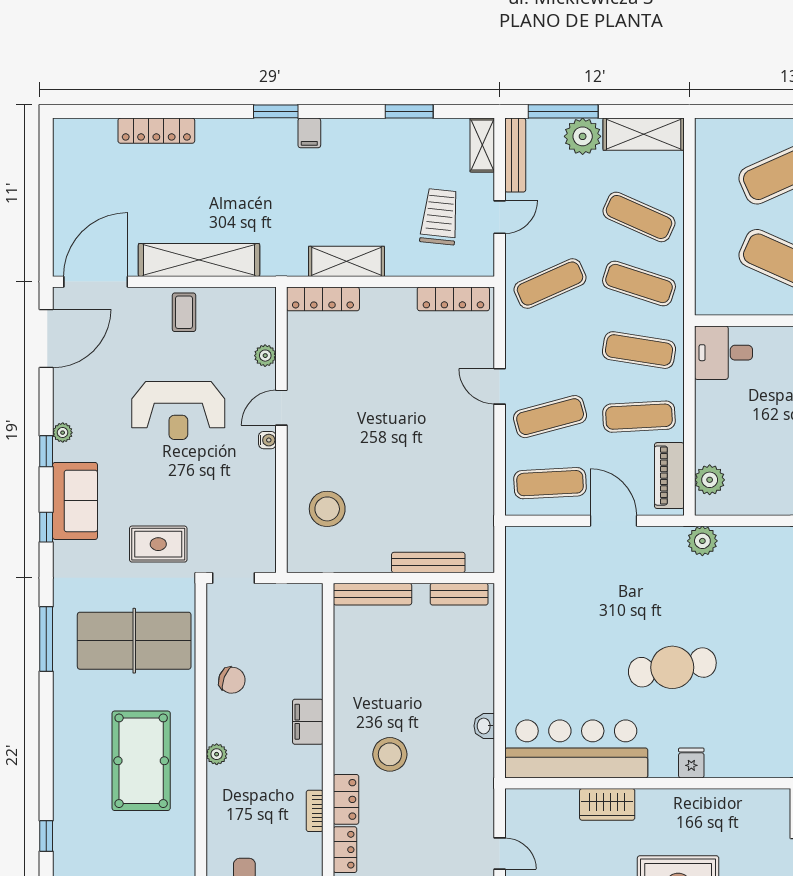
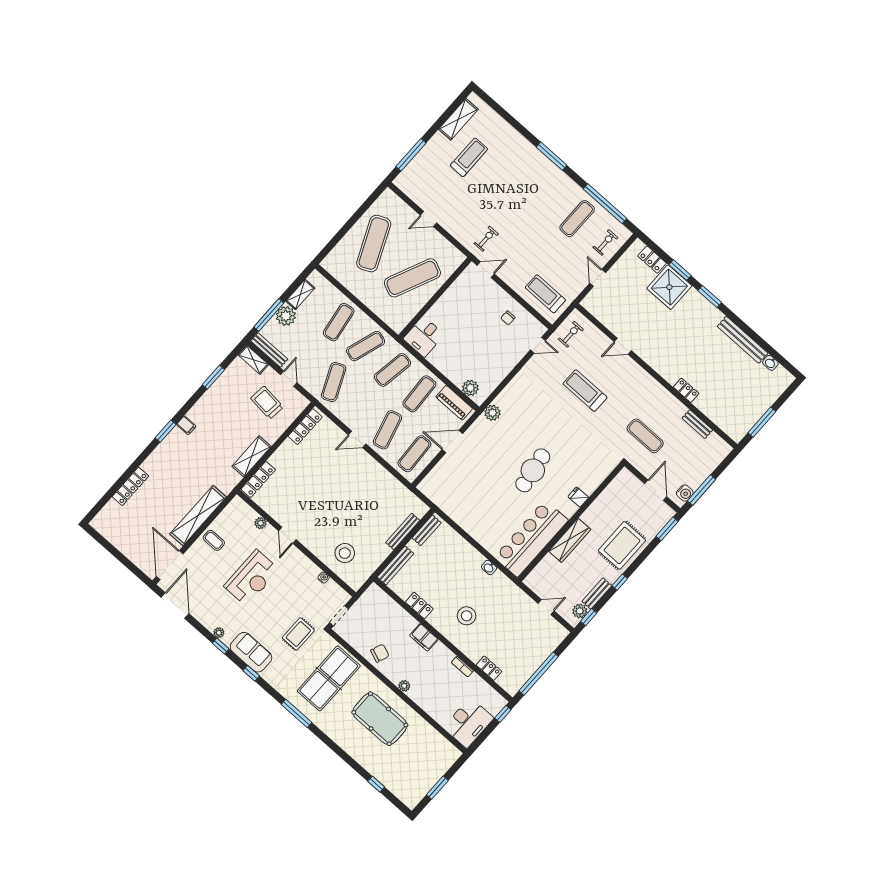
shelving: (644, 134) -> (300, 295), width x0.67, depth x0.75
exercise mat: (639, 217) -> (339, 322), turned -33
water cooler: (267, 440) -> (324, 578), moved
locker: (346, 799) -> (419, 606), moved
wardrobe: (607, 804) -> (570, 540), width x1.50

